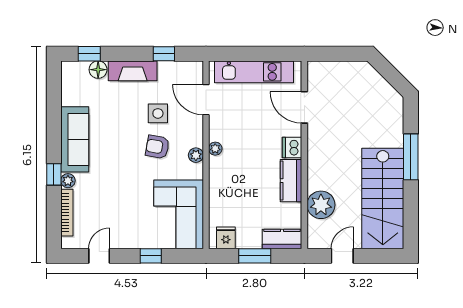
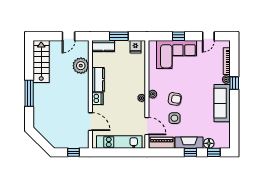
window: (164, 54) -> (190, 152), moved
window: (334, 54) -> (74, 152), added
piano: (180, 71) -> (162, 143), added
stairs: (383, 199) -> (41, 61), width x0.73, depth x0.66
corner sofa: (179, 214) -> (177, 54), moved, turned 90

